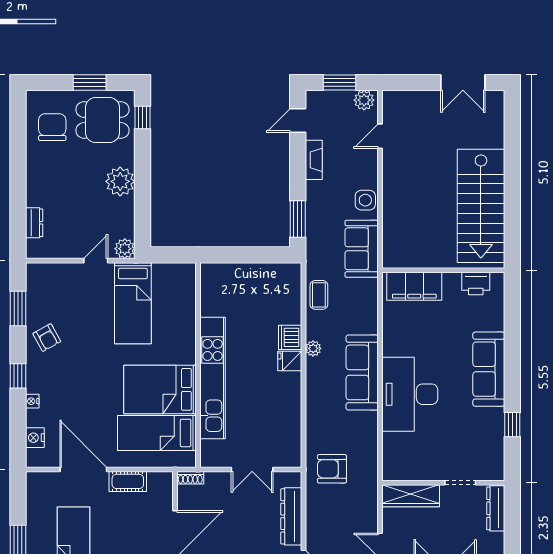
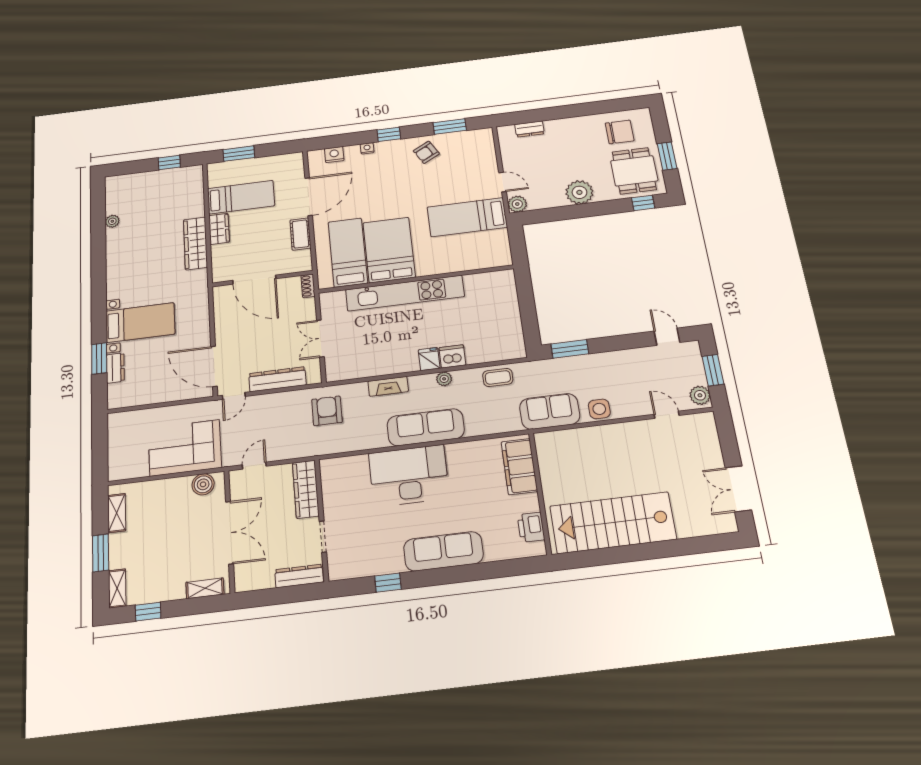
fireplace: (314, 160) -> (388, 386), moved

